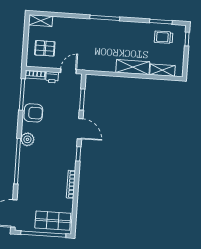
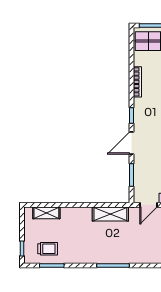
shelving: (133, 67) -> (110, 214), moved
door: (80, 129) -> (132, 143), hinge flipped

